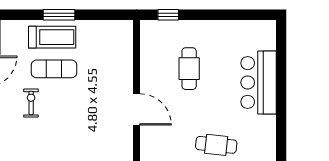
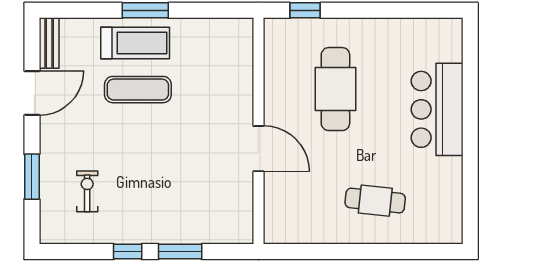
cafe table: (189, 69) -> (335, 89), width x1.37, depth x1.35
exercise bike: (31, 103) -> (87, 191), moved

